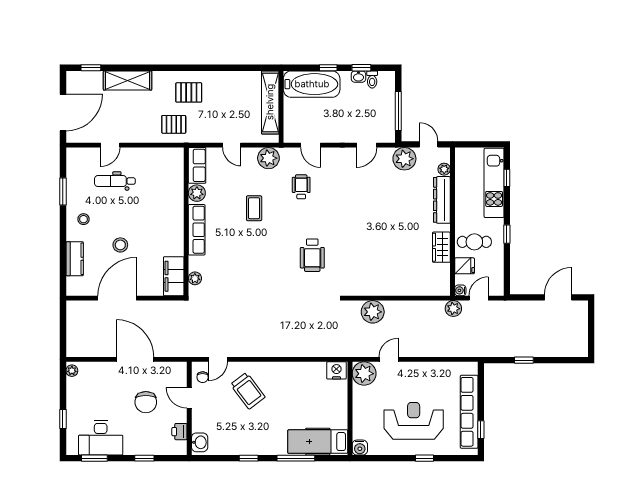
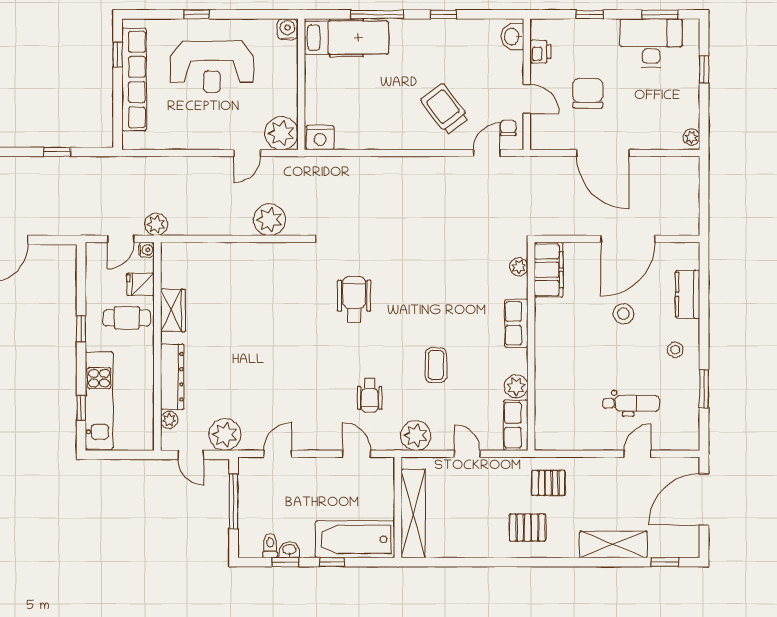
row of seats: (197, 230) -> (516, 323), width x0.68

